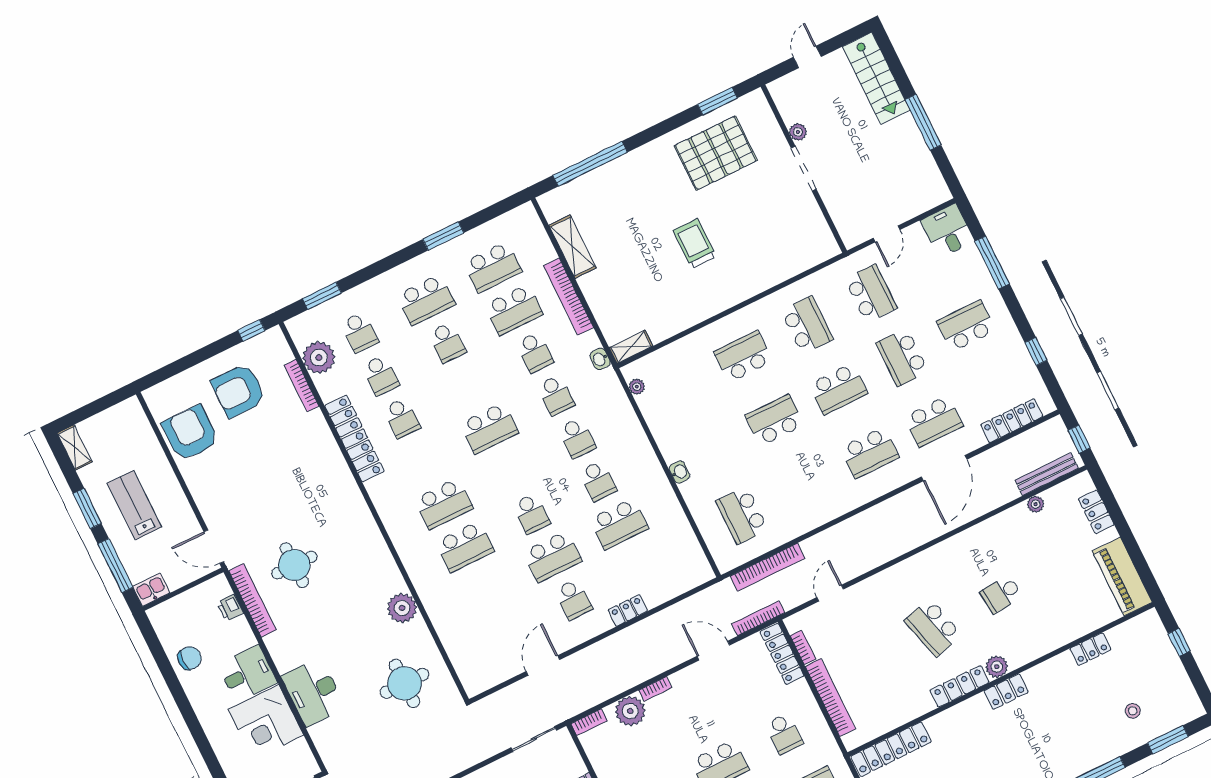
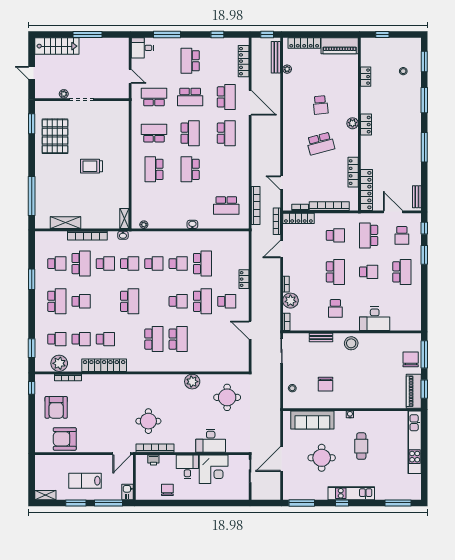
school desk: (493, 267) -> (57, 264), width x0.54
locker: (1096, 512) -> (304, 43), width x1.53
locker: (959, 686) -> (353, 172), moved

